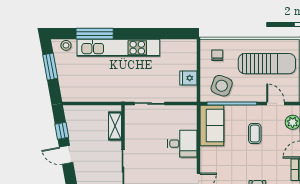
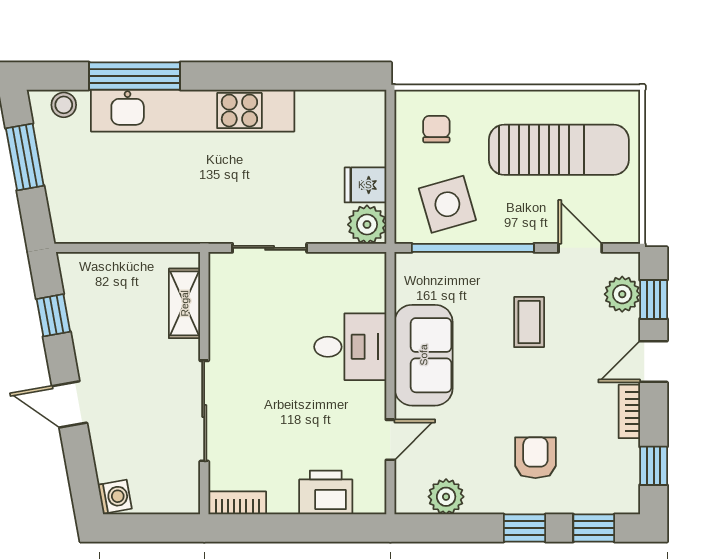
side table: (222, 86) -> (447, 204), turned -36
plant: (189, 94) -> (367, 225), added
sofa: (212, 126) -> (424, 355), moved
door: (66, 155) -> (69, 404), moved

